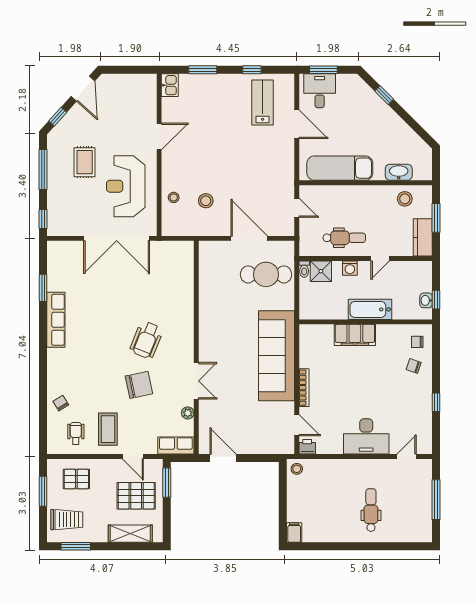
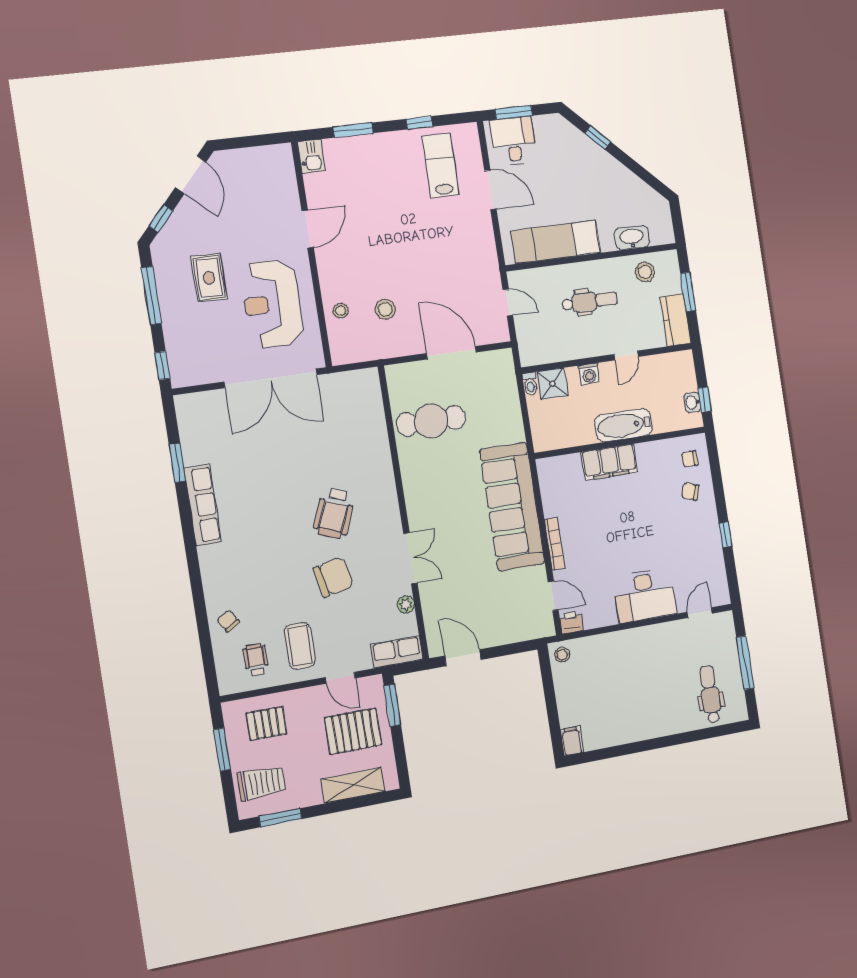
dental chair: (344, 238) -> (590, 301), moved
cafe table: (266, 274) -> (431, 421), moved
dental chair: (371, 510) -> (710, 694), moved

